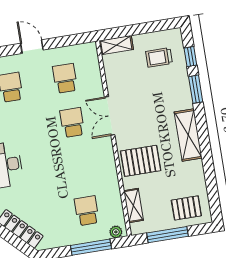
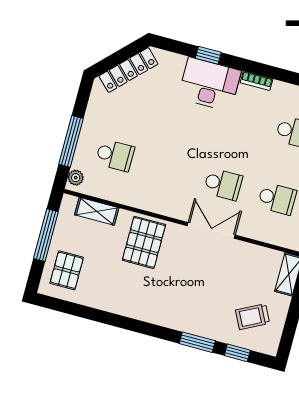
trolley: (159, 57) -> (253, 317), turned -117
shelving: (188, 135) -> (149, 310), removed

